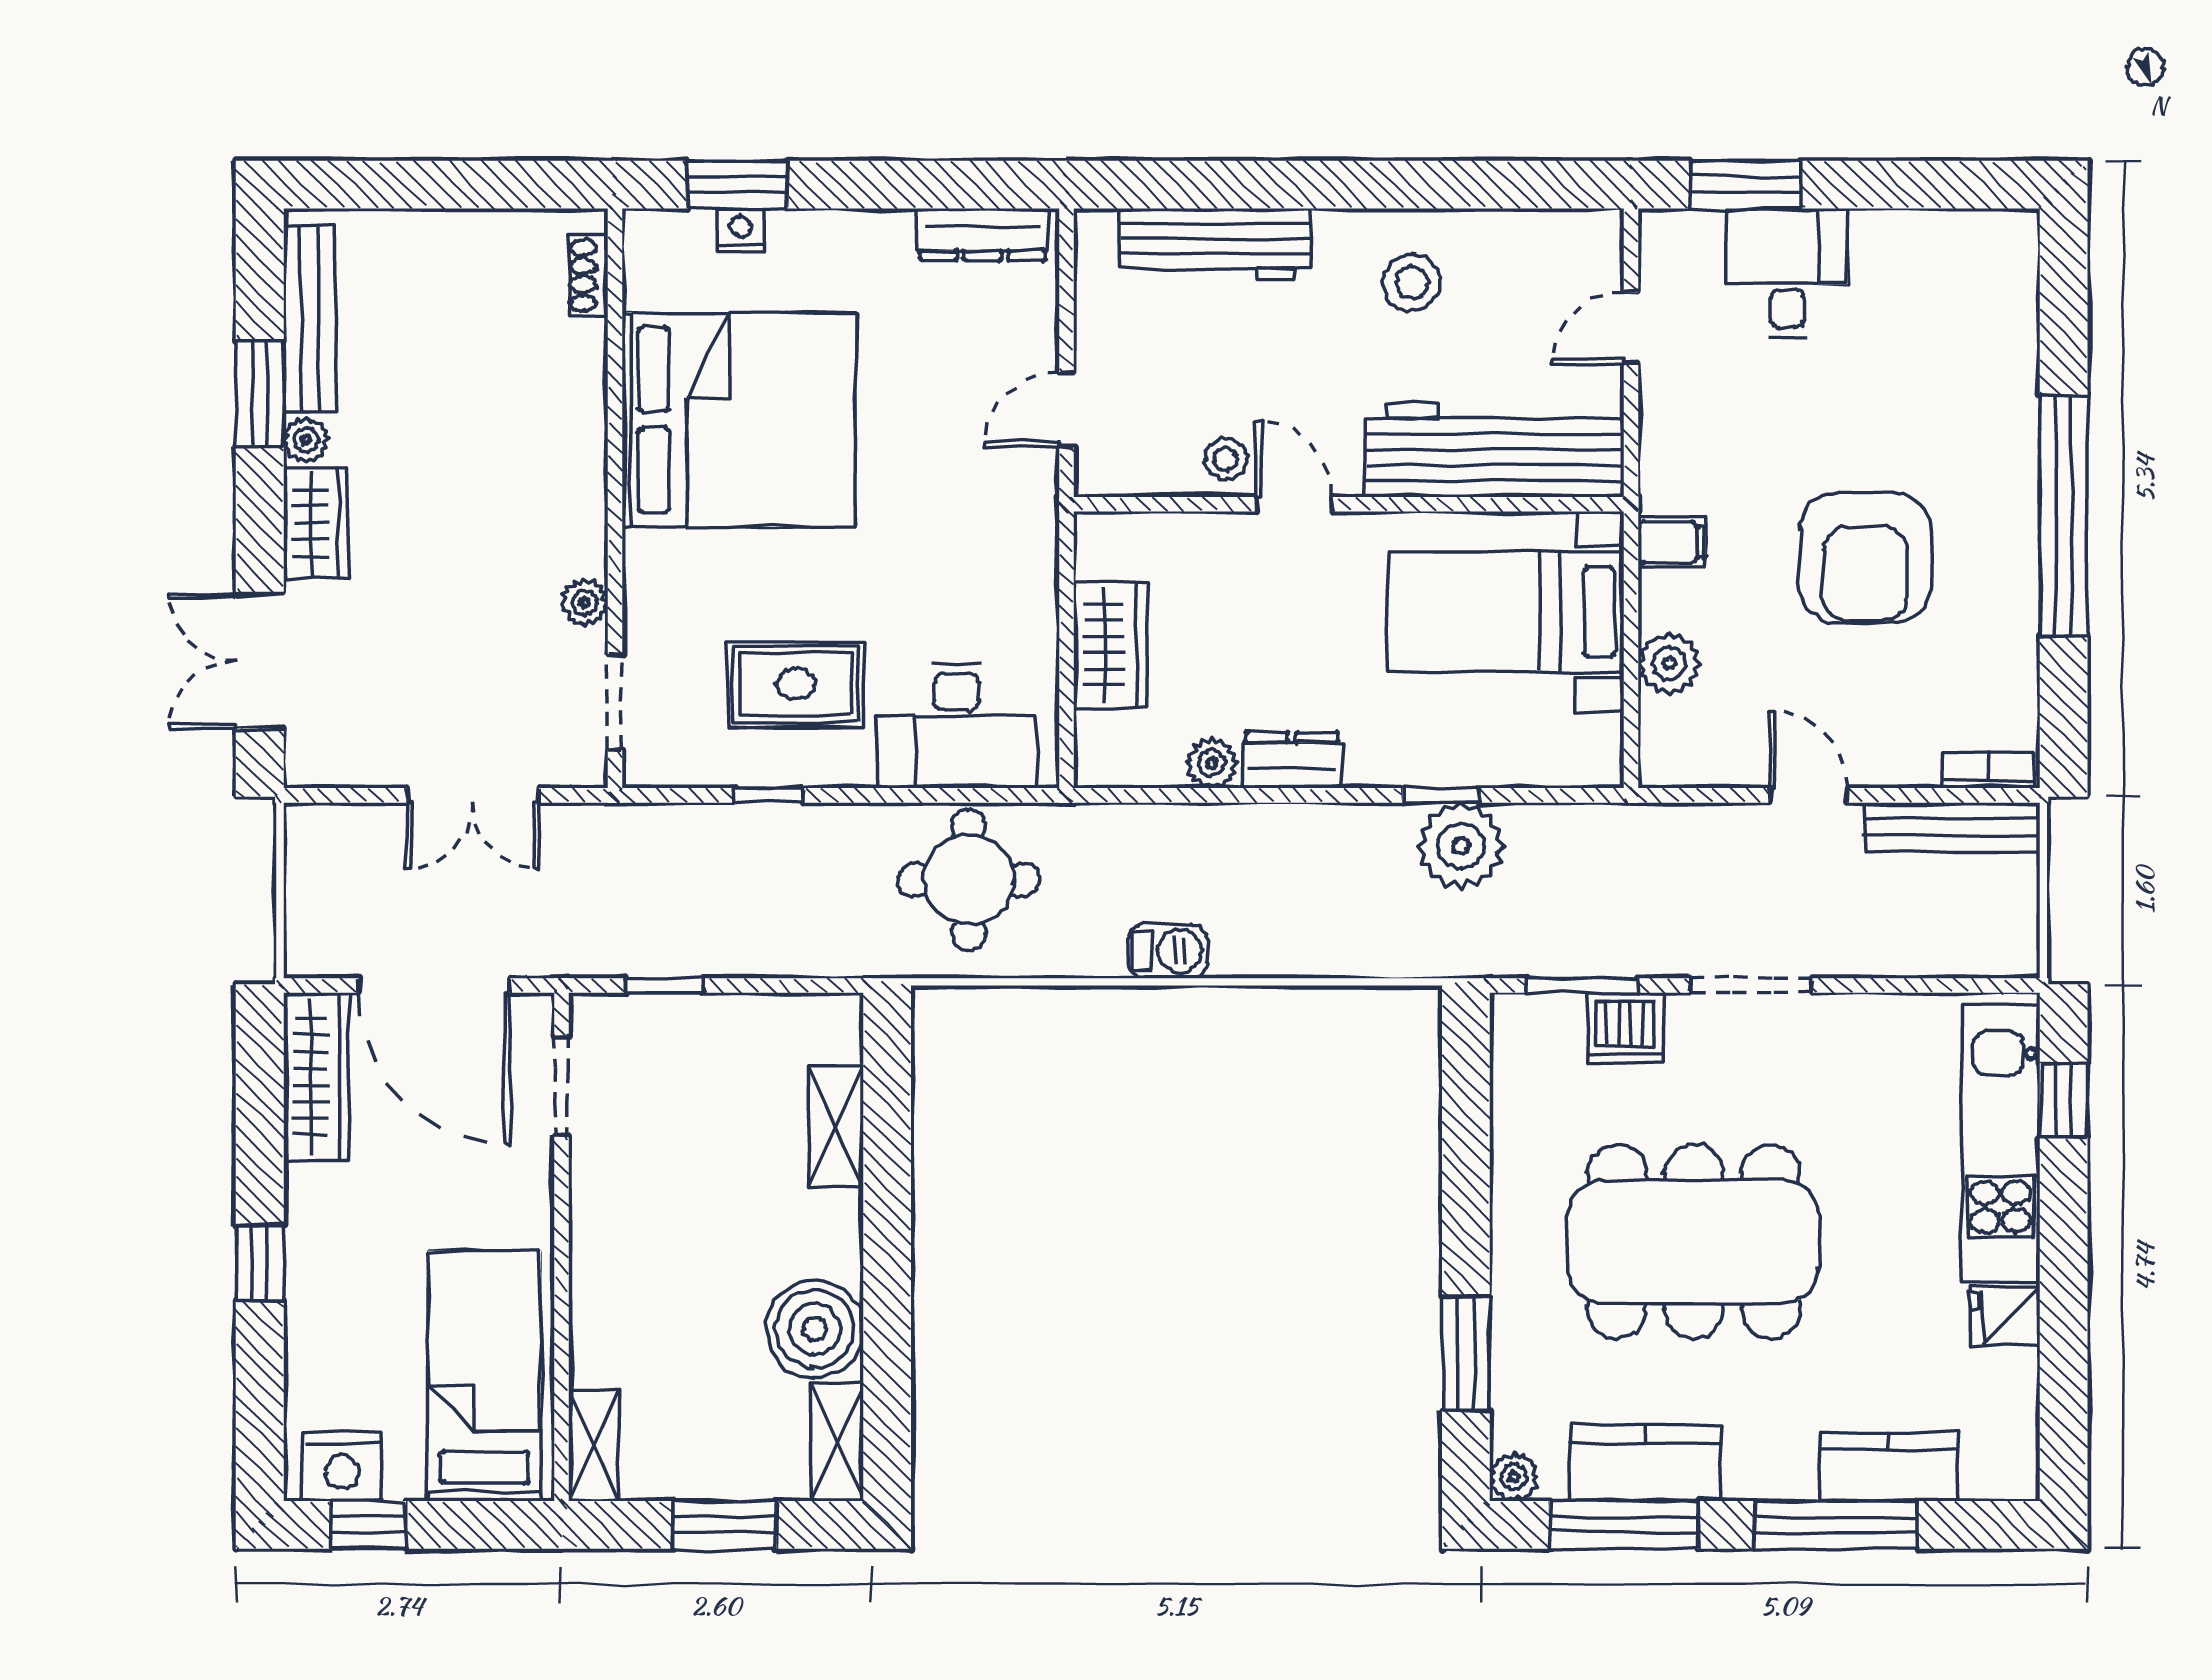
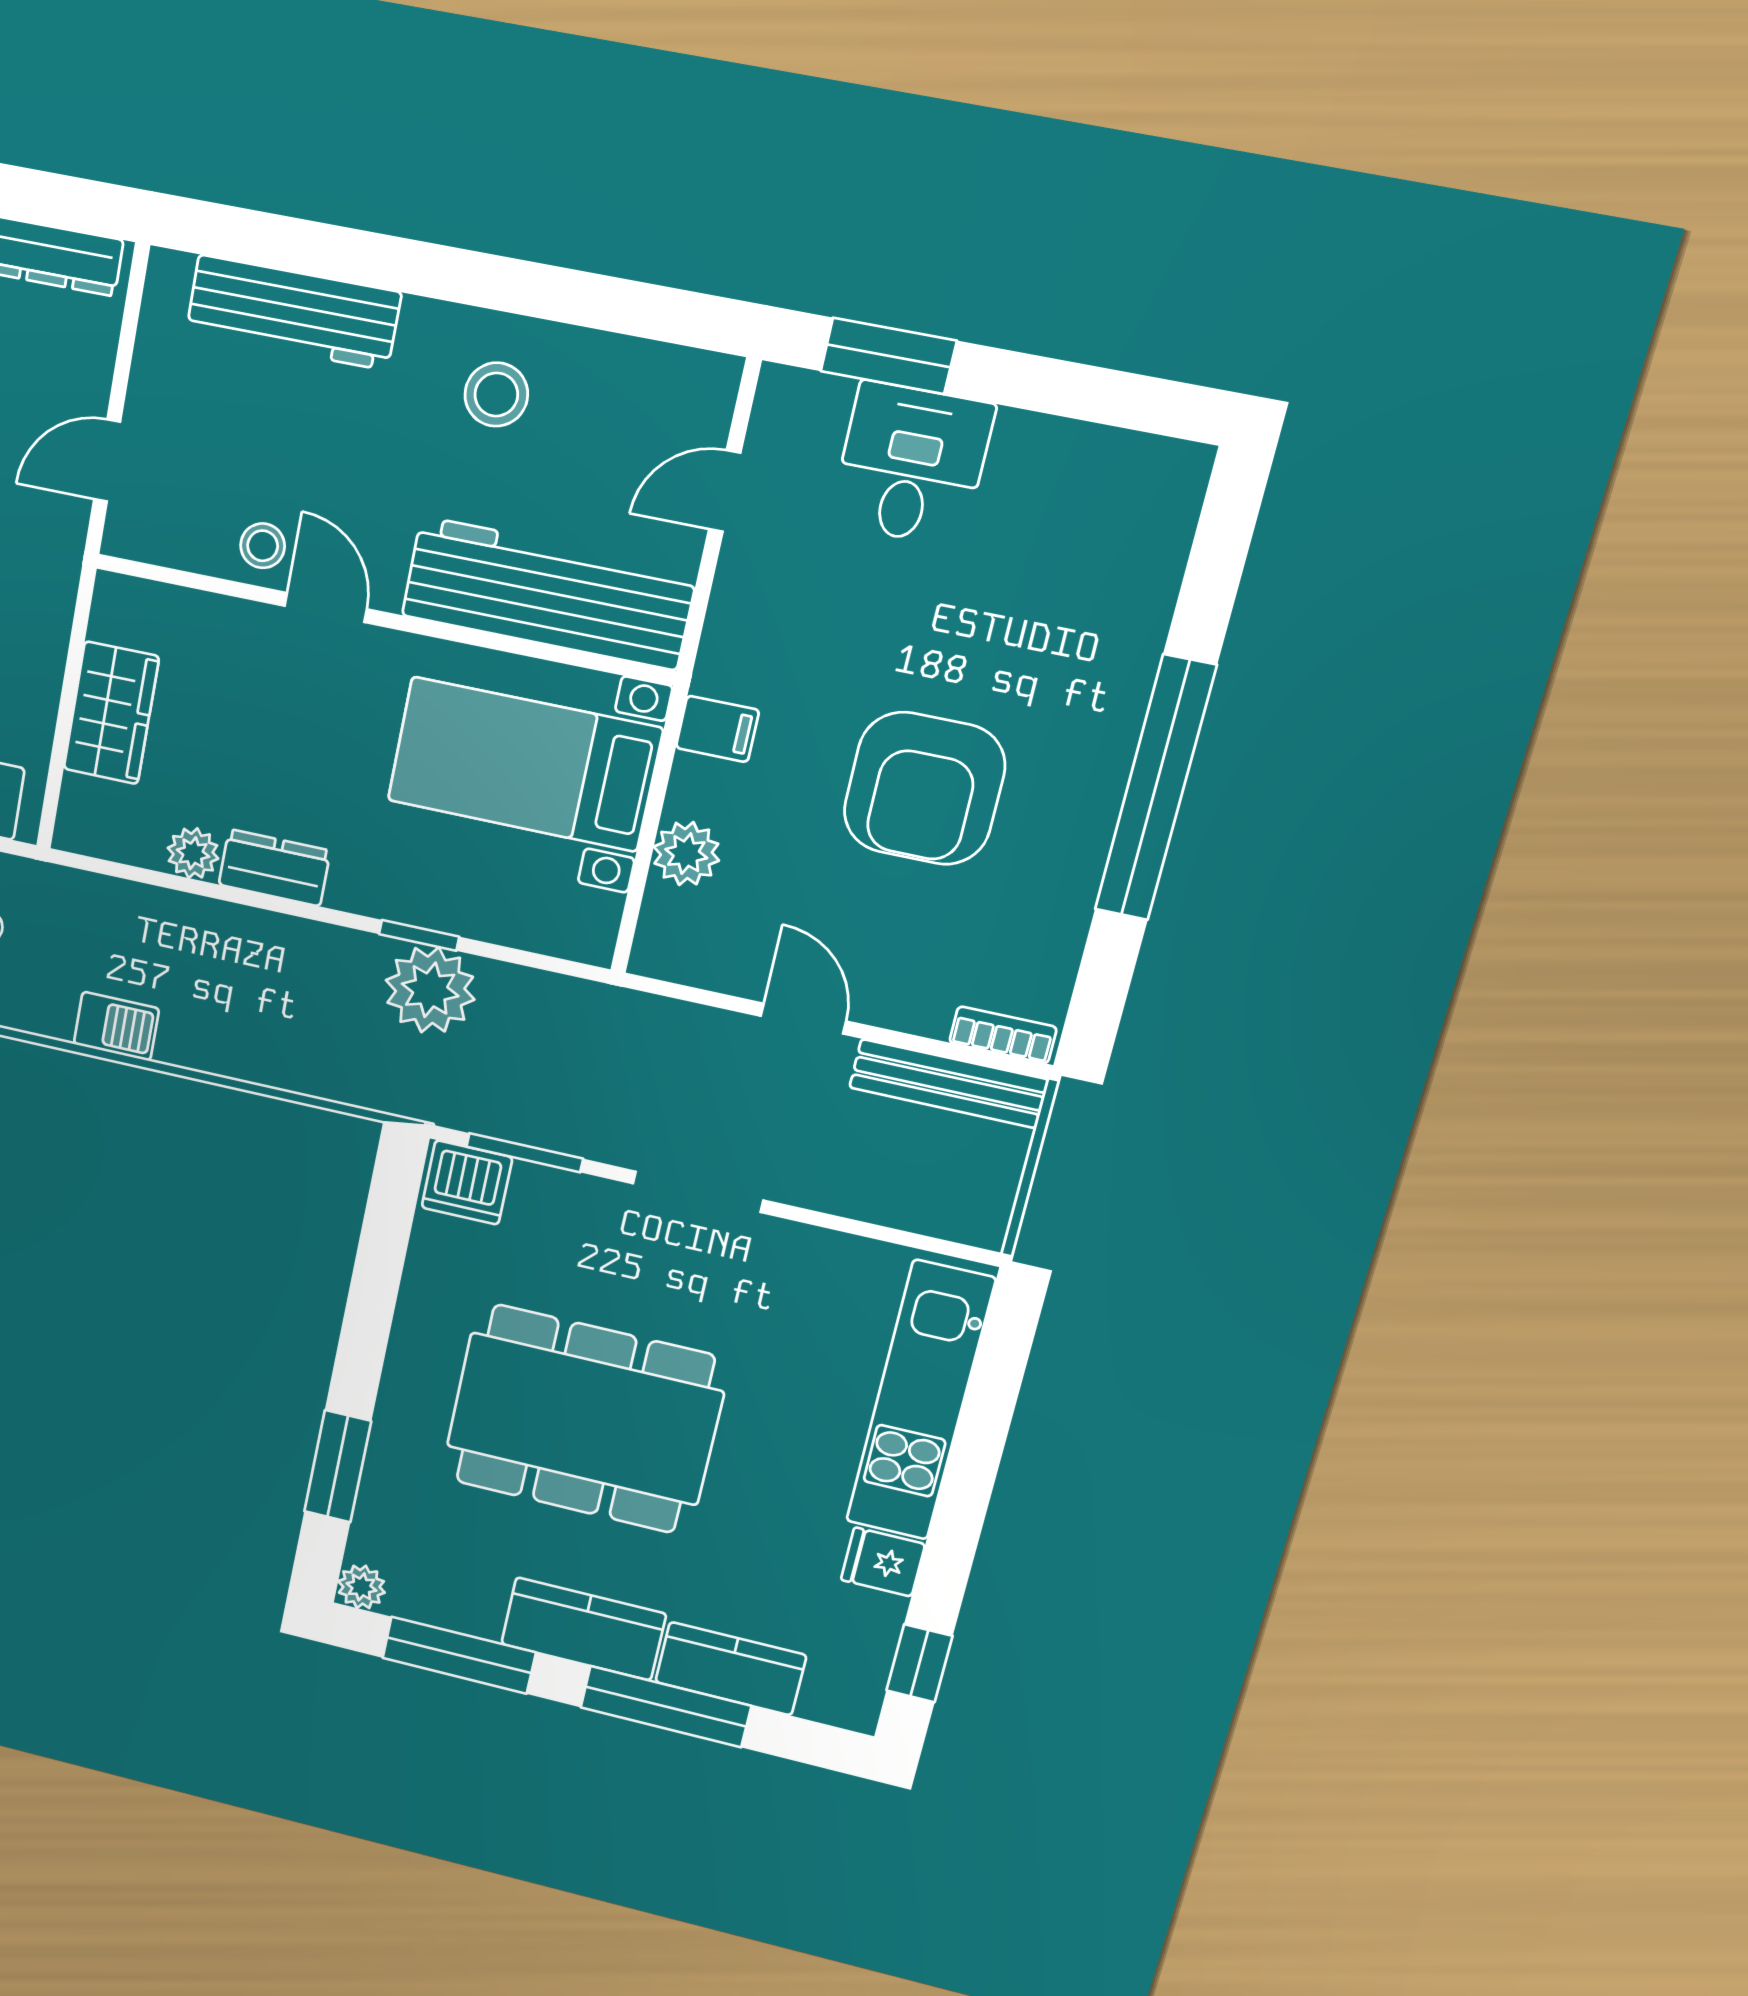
dishwasher: (1625, 1028) -> (467, 1182), moved
window: (2064, 1101) -> (919, 1663), moved
kitchen counter: (1646, 1463) -> (583, 1629), moved

